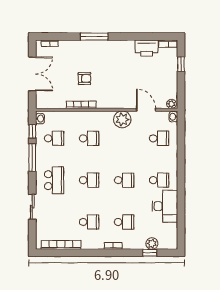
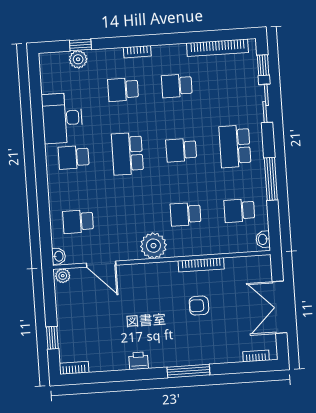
printer: (147, 48) -> (139, 361), moved, width x0.53, depth x0.68
plant: (122, 119) -> (153, 246), moved
window: (32, 131) -> (263, 65), moved
school desk: (124, 180) -> (127, 154), width x1.85

